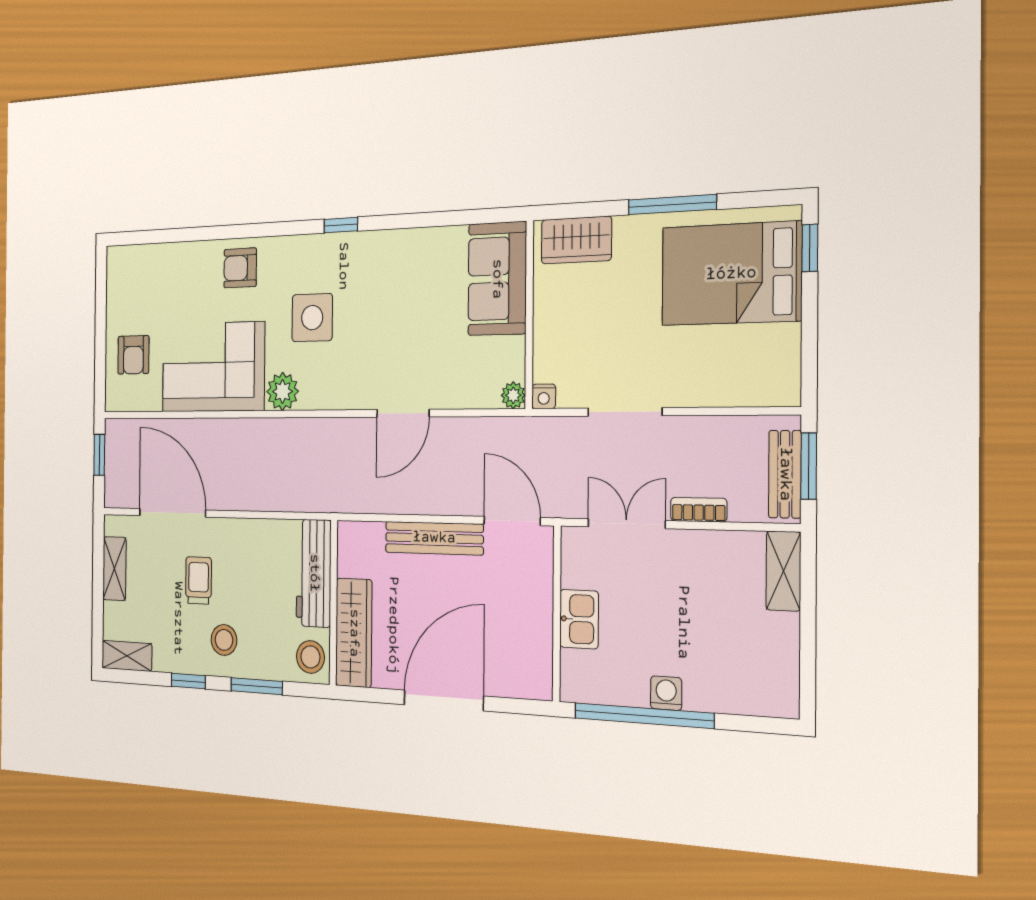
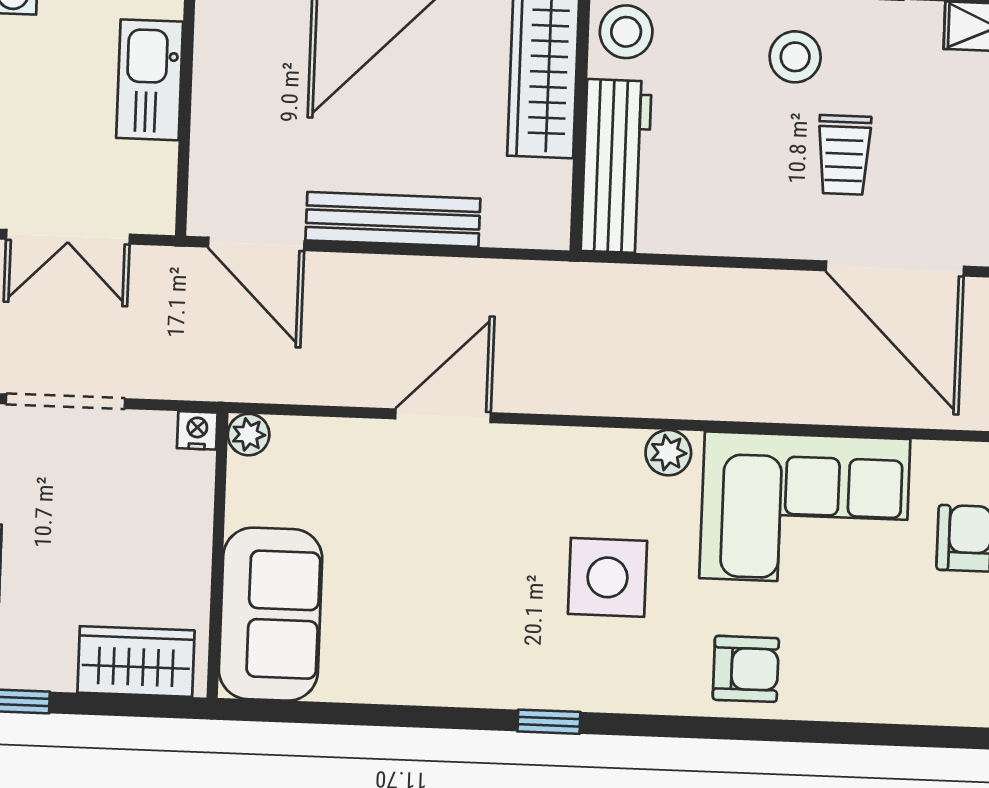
plant: (283, 391) -> (668, 453), width x0.73, depth x0.73
kitchen sink: (579, 619) -> (150, 80), width x1.38

